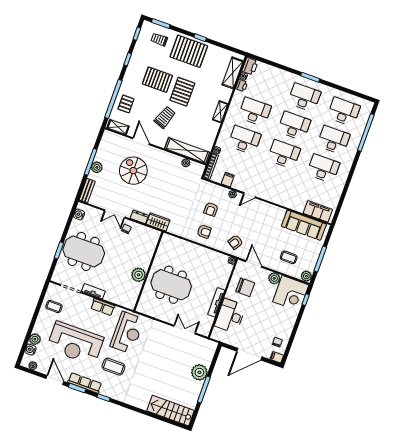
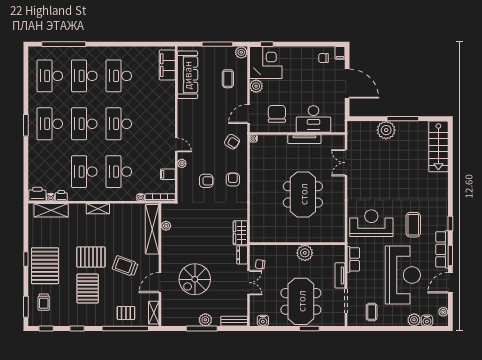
wall: (148, 271) -> (297, 244), moved
plant: (139, 275) -> (305, 253), moved

